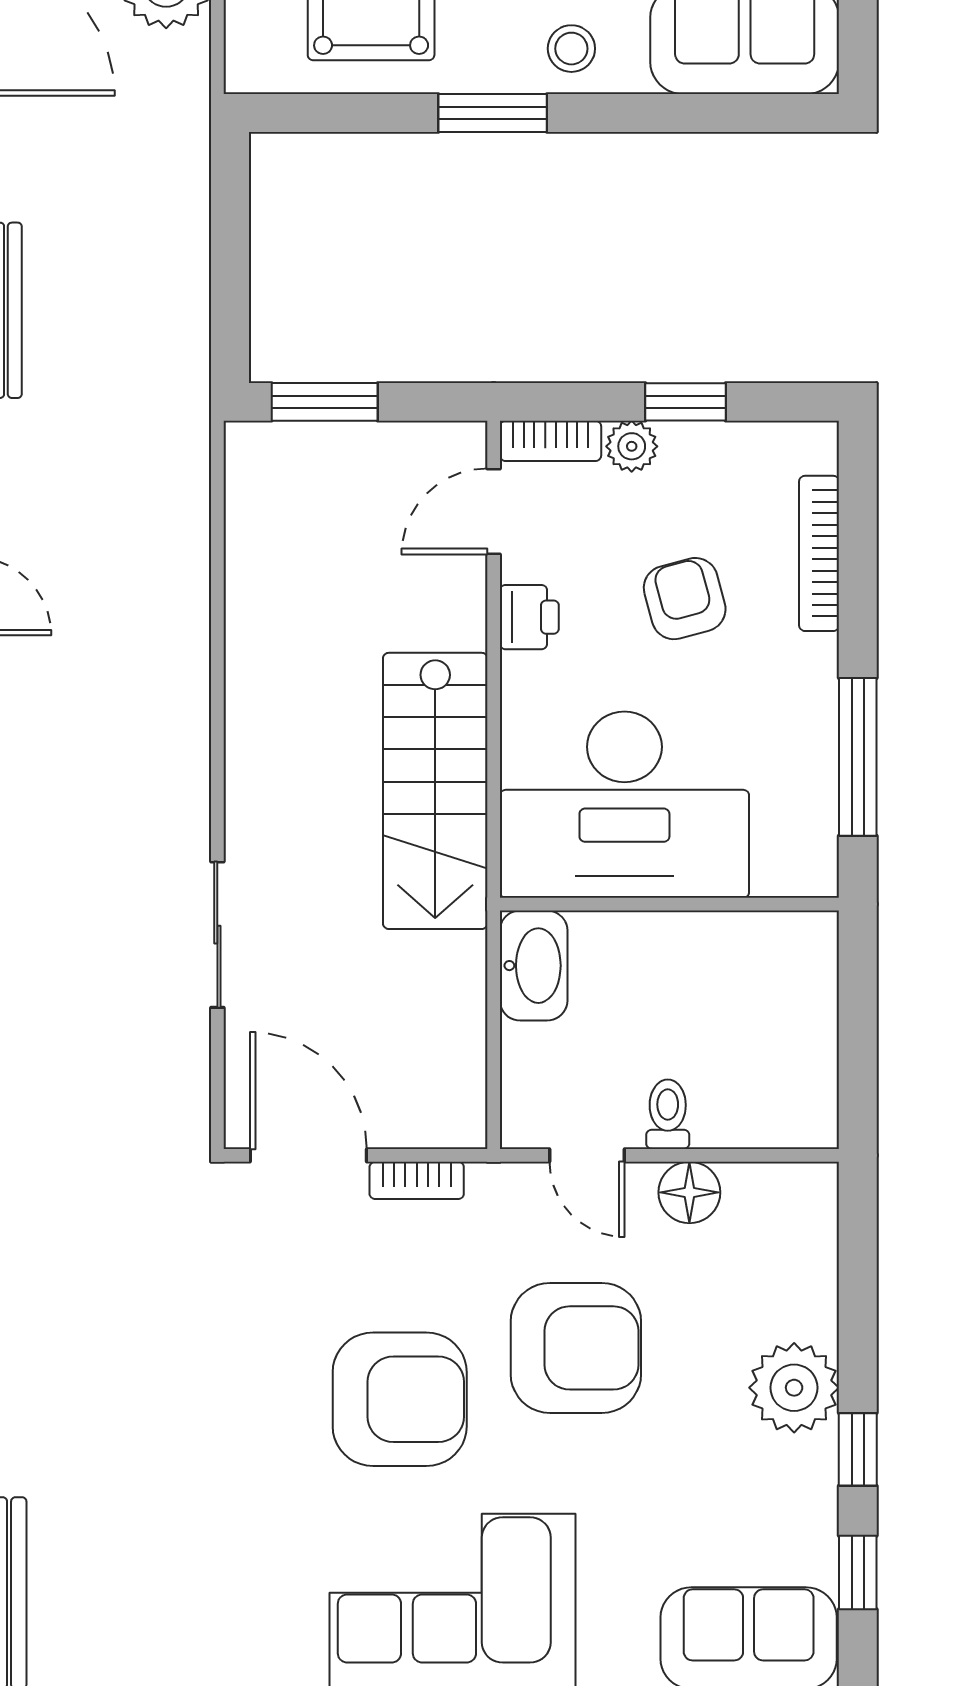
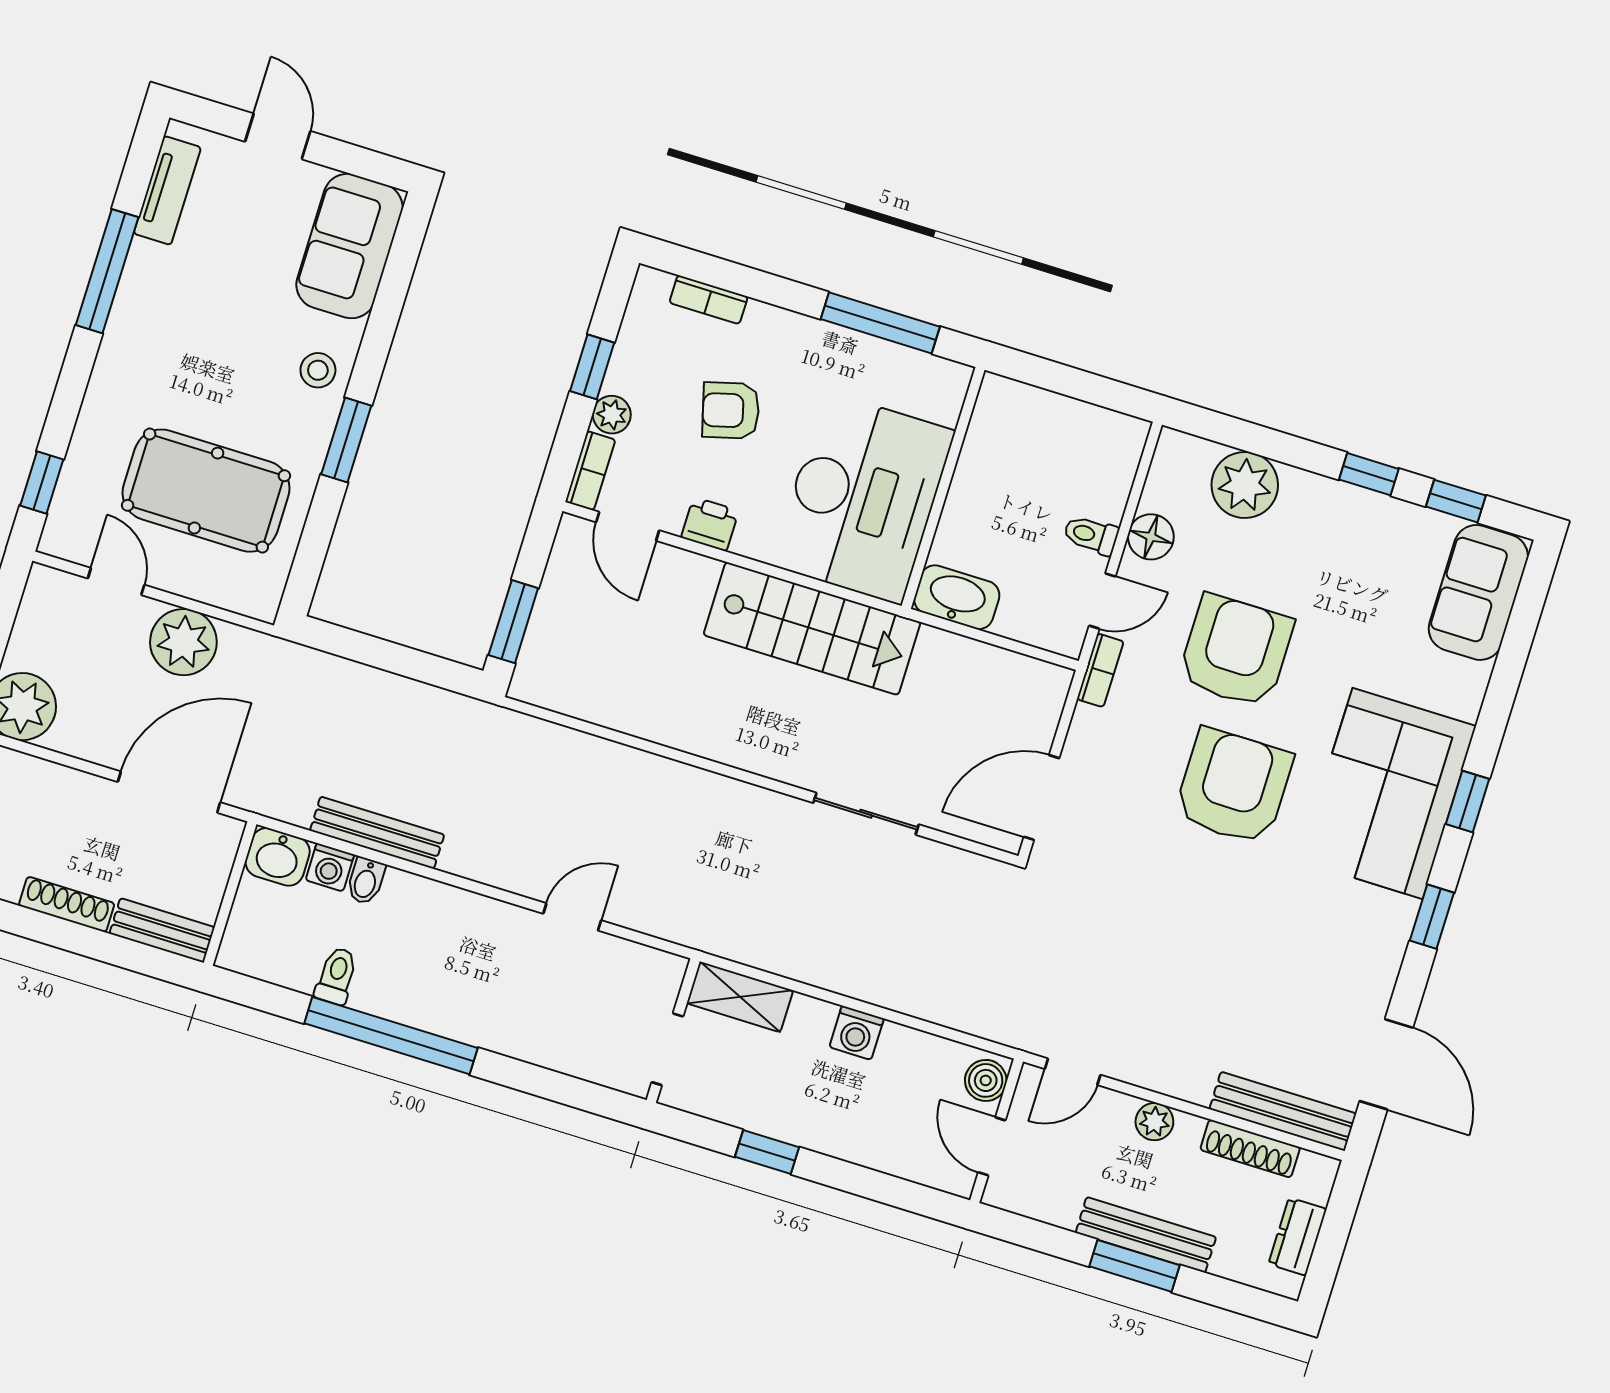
bookcase: (819, 553) -> (709, 300), width x0.64
bookcase: (417, 1180) -> (1100, 670), moved
plant: (794, 1388) -> (1245, 485), moved

